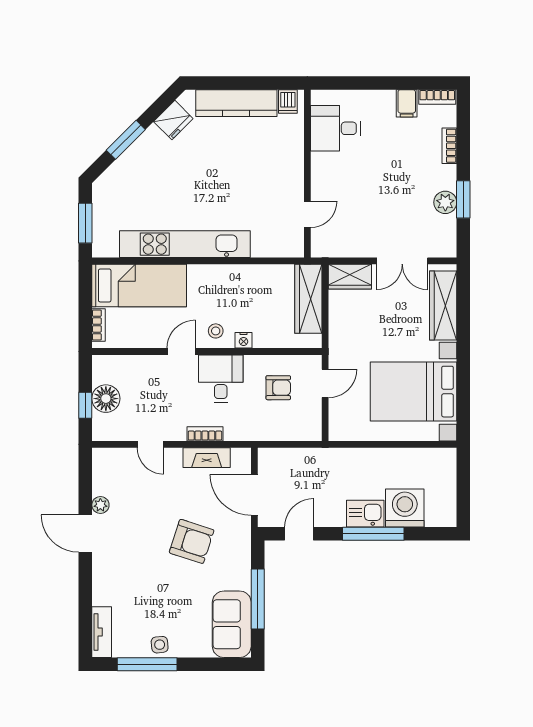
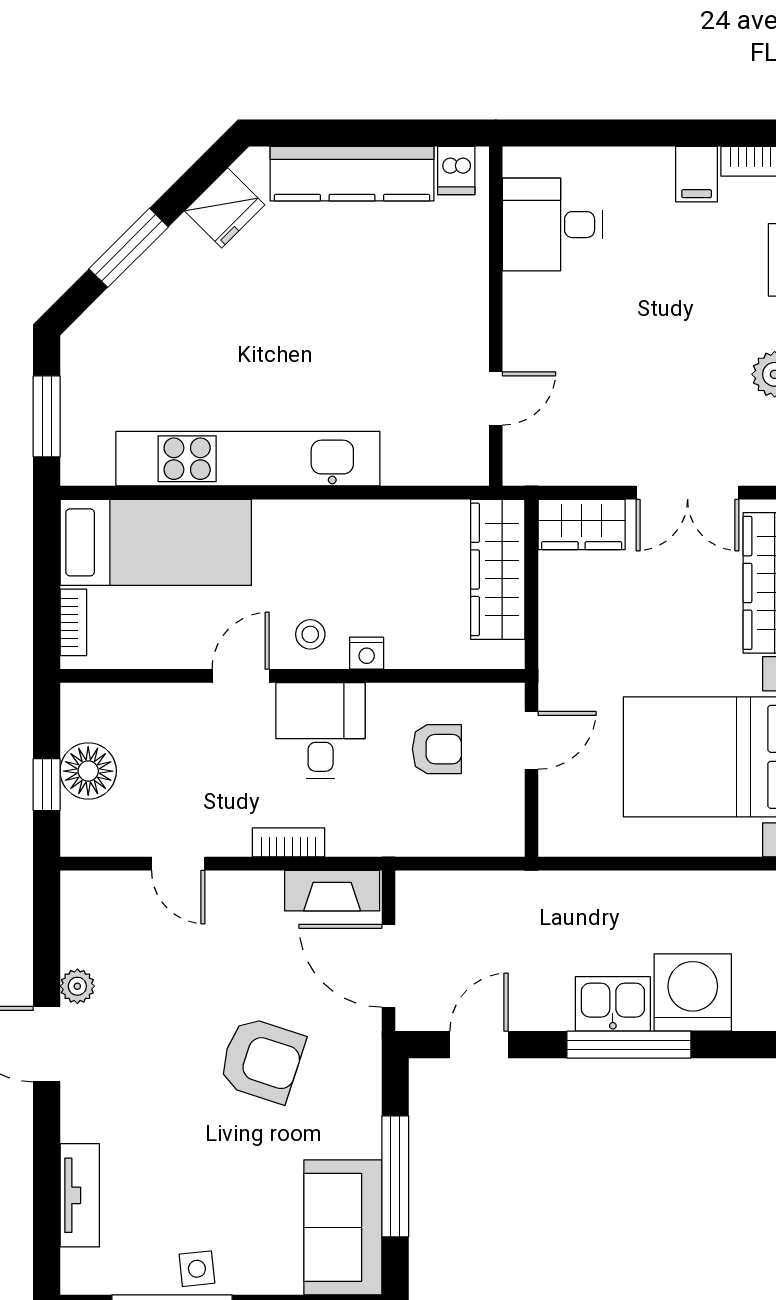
fireplace: (207, 458) -> (332, 891), moved
tv unit: (102, 632) -> (80, 1195), moved

